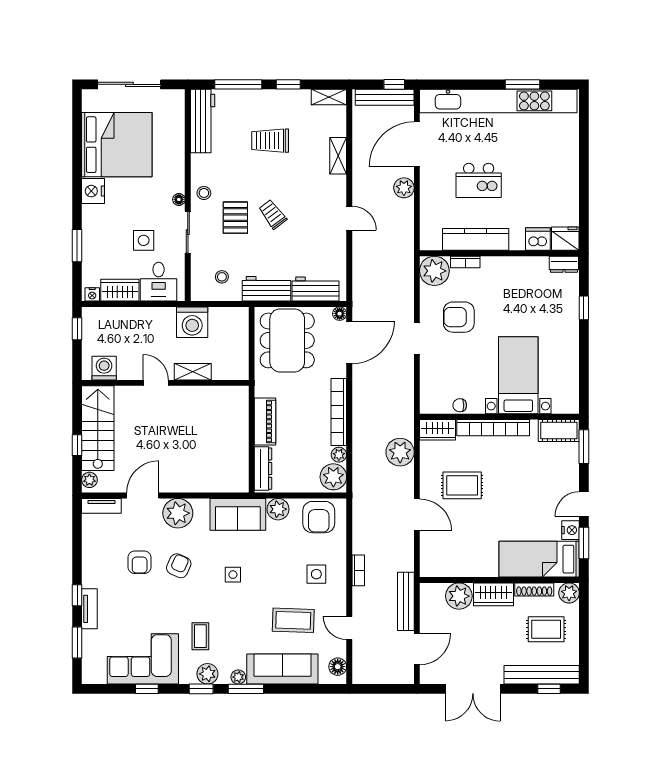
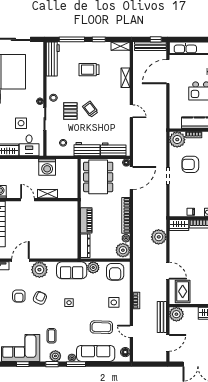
plant: (404, 188) -> (161, 95), removed
rug: (462, 485) -> (183, 291), moved, turned 90
plant: (459, 596) -> (176, 314), moved

